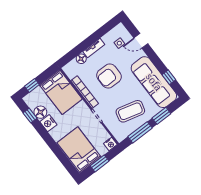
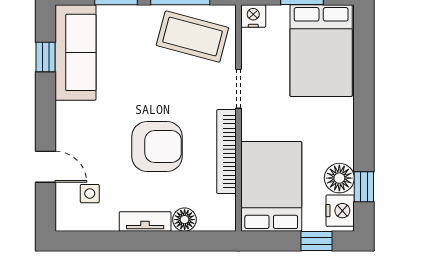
sofa: (154, 82) -> (76, 52), width x0.74, depth x0.79
coffee table: (130, 111) -> (192, 37), moved
nightstand: (48, 123) -> (340, 211), moved

